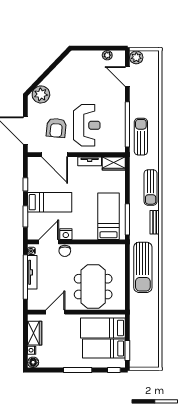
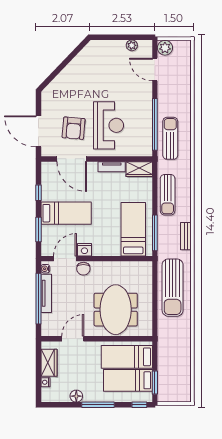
plant: (41, 94) -> (56, 90), removed
sun lounger: (151, 187) -> (168, 195), moved
floor lamp: (33, 362) -> (76, 396), moved

